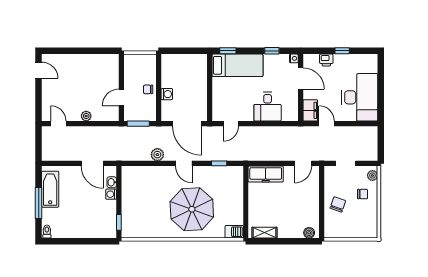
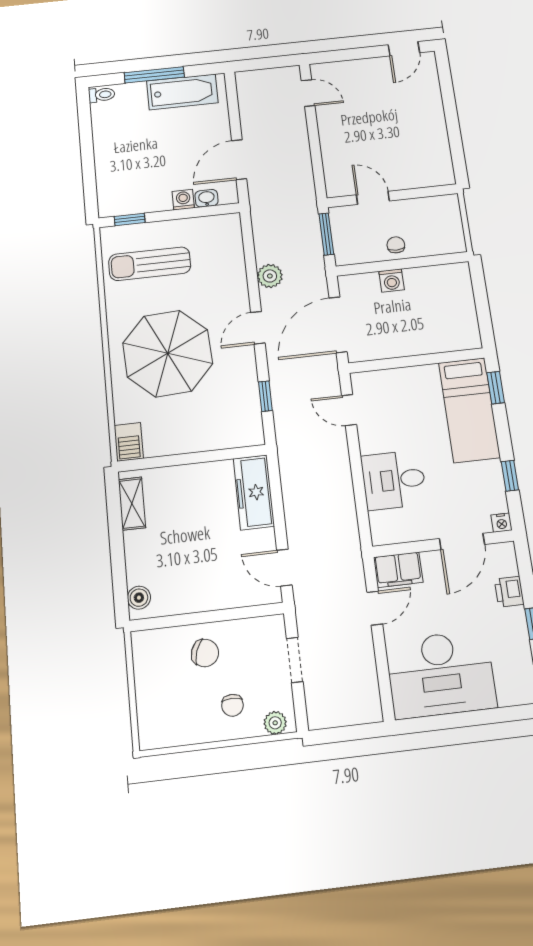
plant: (86, 116) -> (329, 139), removed
door: (58, 124) -> (308, 93), hinge flipped
sun lounger: (144, 214) -> (150, 264), added

